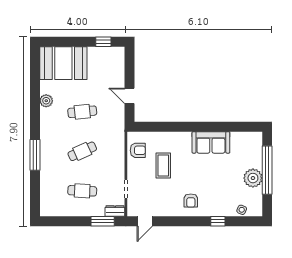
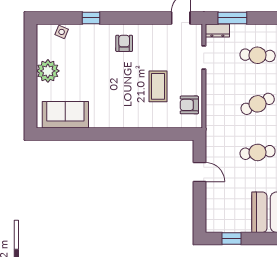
sofa: (211, 142) -> (65, 115), moved
window: (267, 170) -> (30, 81), removed

